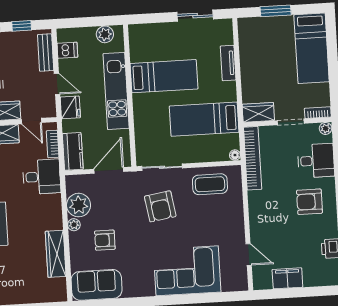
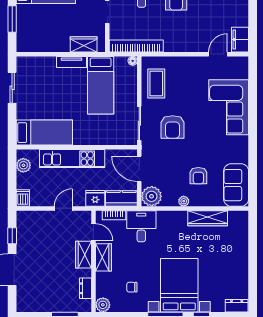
dishwasher: (67, 50) -> (23, 198), moved
bench: (46, 53) -> (36, 217), removed
tv unit: (228, 63) -> (72, 62), moved
bed: (164, 76) -> (44, 133), moved, turned 90
fridge: (70, 107) -> (95, 198), moved
wardrobe: (258, 112) -> (84, 44), moved, turned 90
door: (31, 121) -> (93, 232), hinge flipped
plant: (79, 205) -> (152, 196), moved
armchair: (160, 206) -> (173, 127), turned 99
filing cabinet: (287, 278) -> (240, 40), moved

